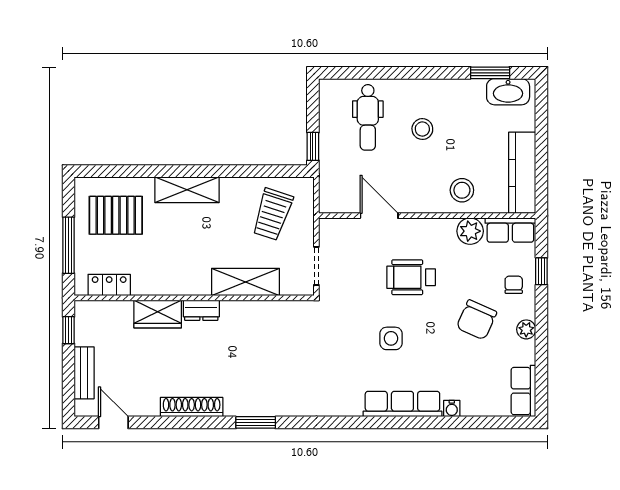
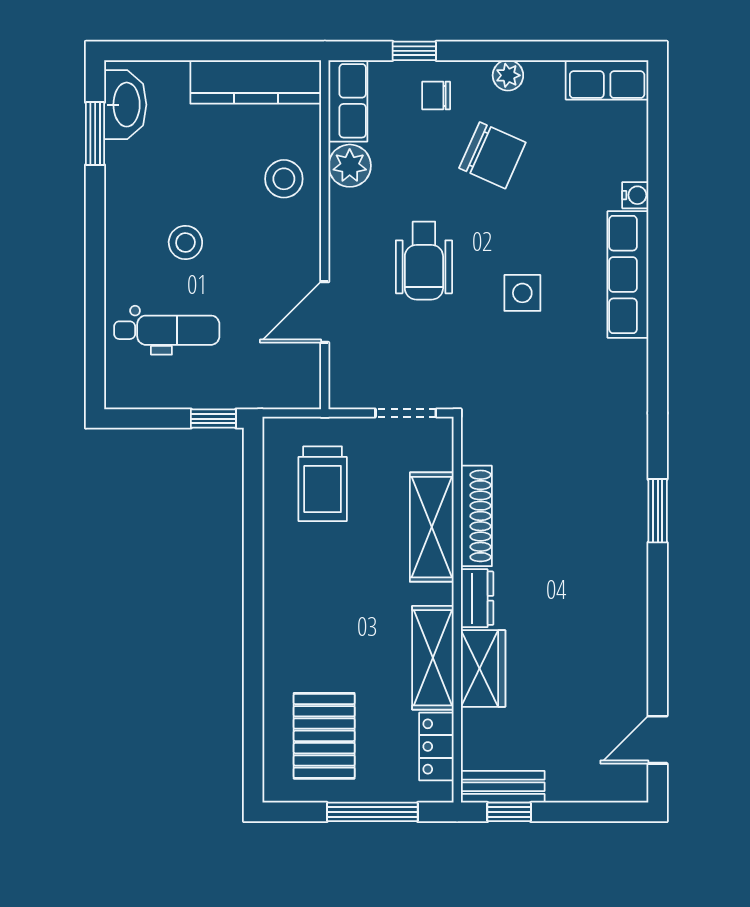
shelving: (187, 190) -> (433, 658), moved
trolley: (272, 214) -> (323, 484), turned 72
bench: (84, 373) -> (503, 787), moved
shoe rack: (192, 407) -> (476, 516), moved, turned 180

